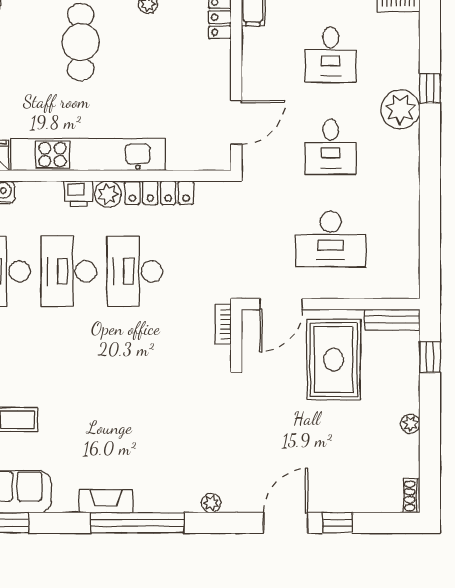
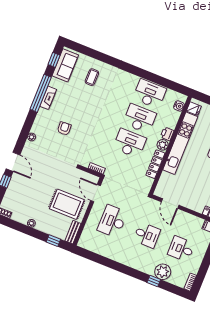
plant: (400, 109) -> (163, 272), moved
desk: (331, 147) -> (147, 235), turned 180
armchair: (161, 436) -> (64, 128), added
window: (137, 523) -> (41, 93), moved

